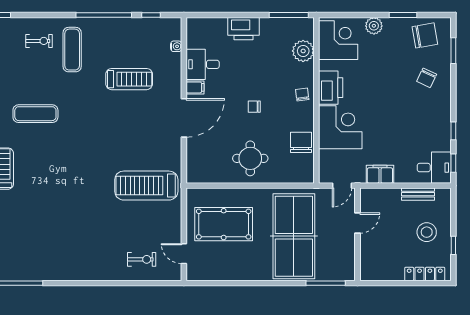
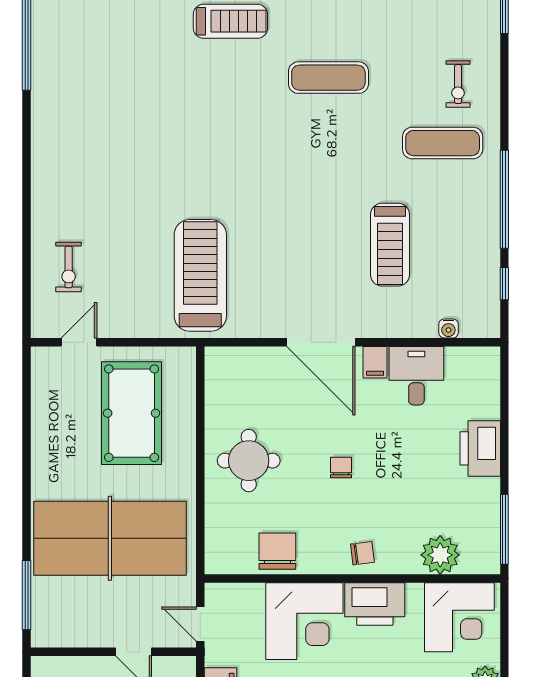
exercise mat: (35, 114) -> (328, 78), turned 90
chair: (301, 142) -> (277, 551), turned -90

